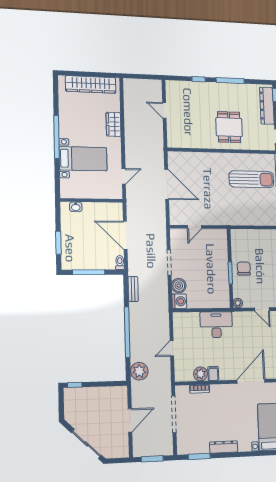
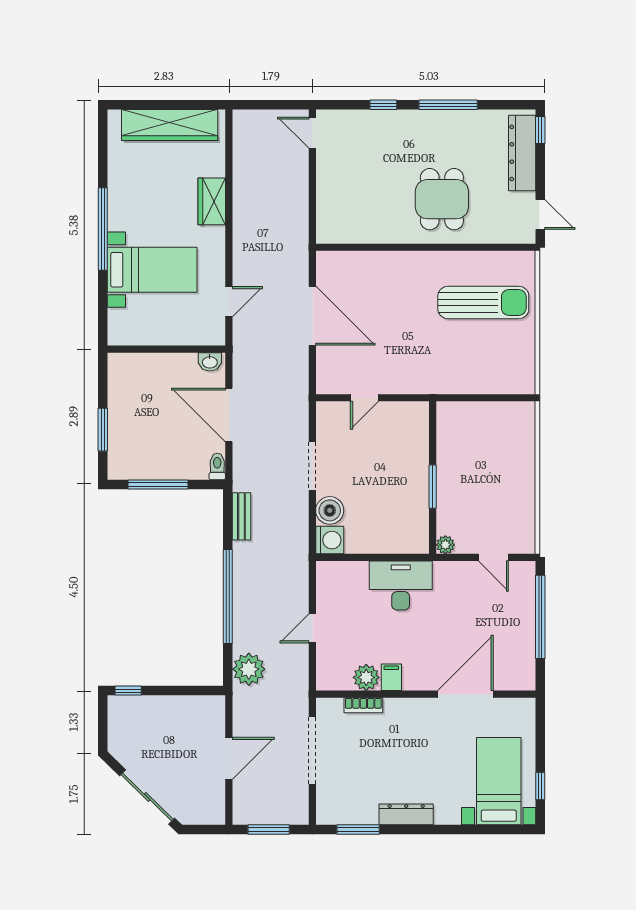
door: (164, 110) -> (312, 133), moved
washbasin: (76, 207) -> (210, 362), moved
chair: (244, 269) -> (460, 478), removed

